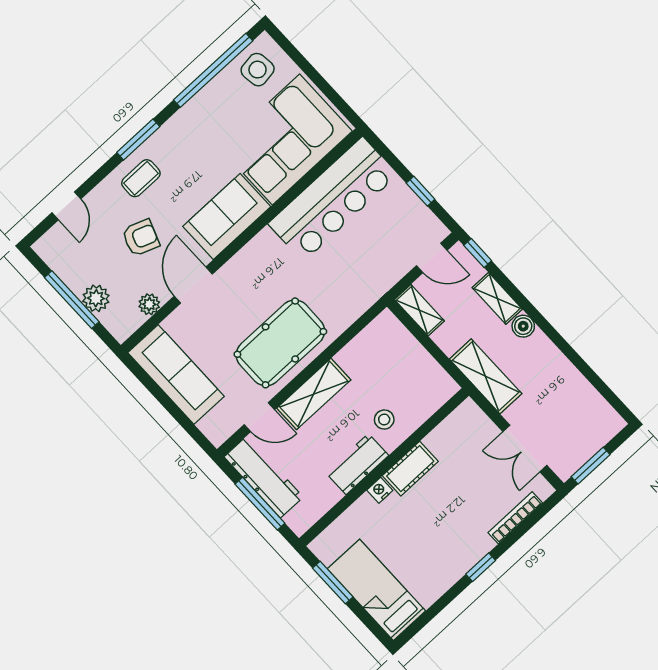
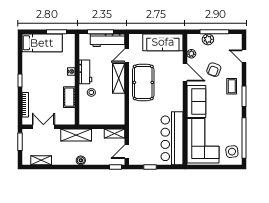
shelving: (497, 298) -> (41, 160), moved
cot: (410, 469) -> (69, 97), moved

